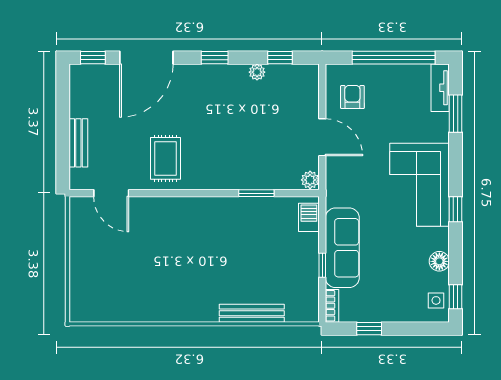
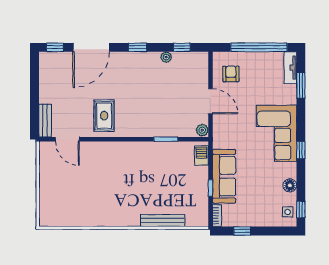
bench: (78, 143) -> (45, 121), moved

